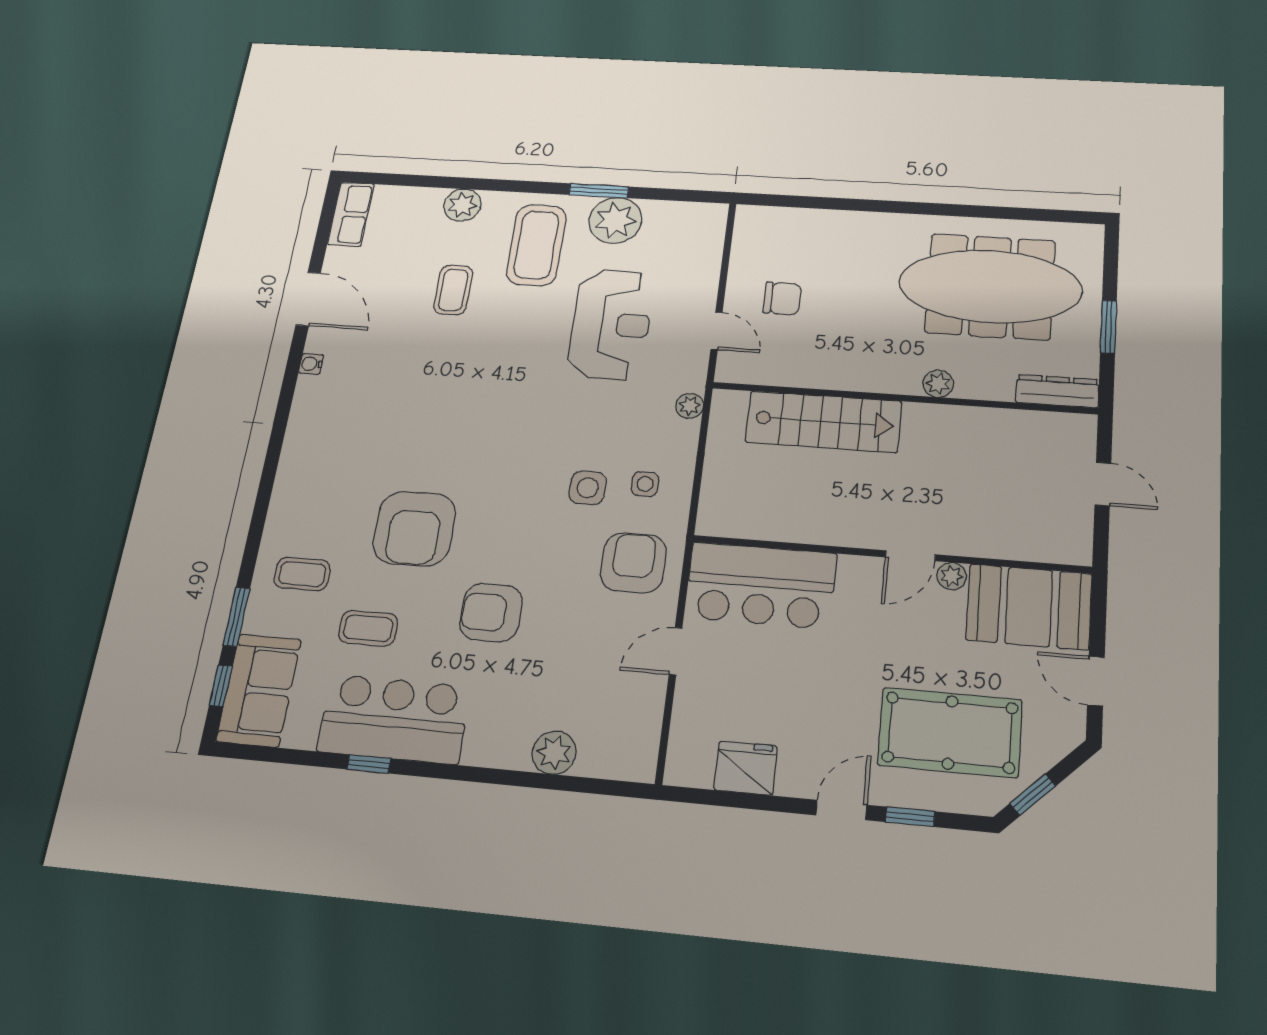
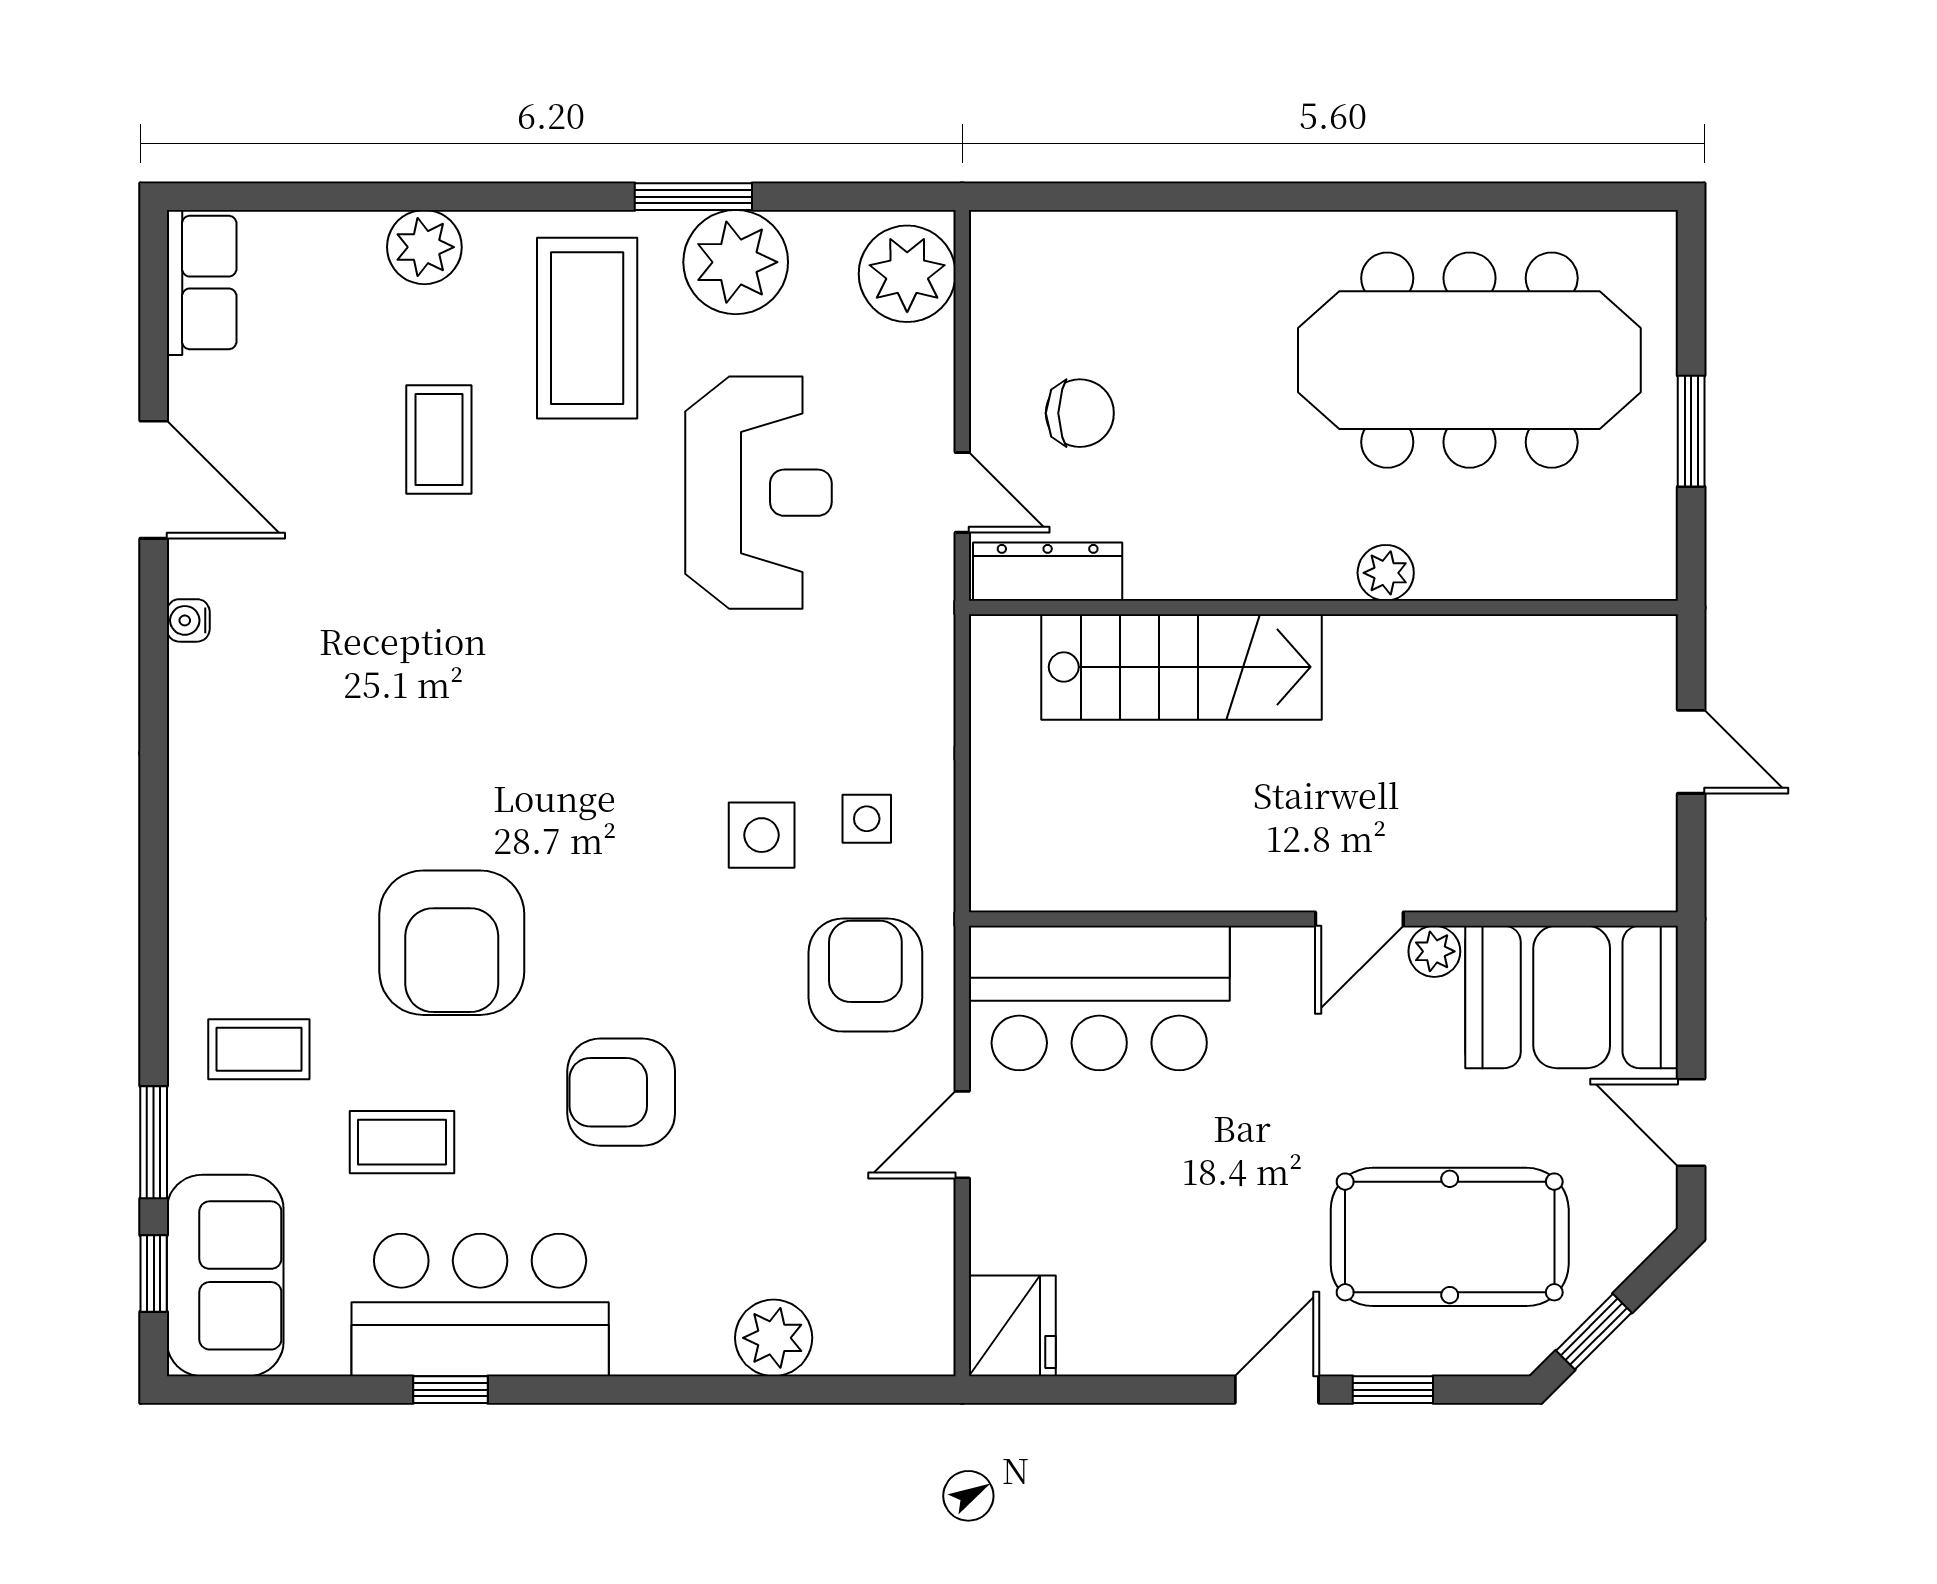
dresser: (1057, 391) -> (1048, 572), moved
plant: (690, 406) -> (907, 274), moved, width x1.88, depth x1.88
fridge: (746, 768) -> (1012, 1326), moved, turned 90

